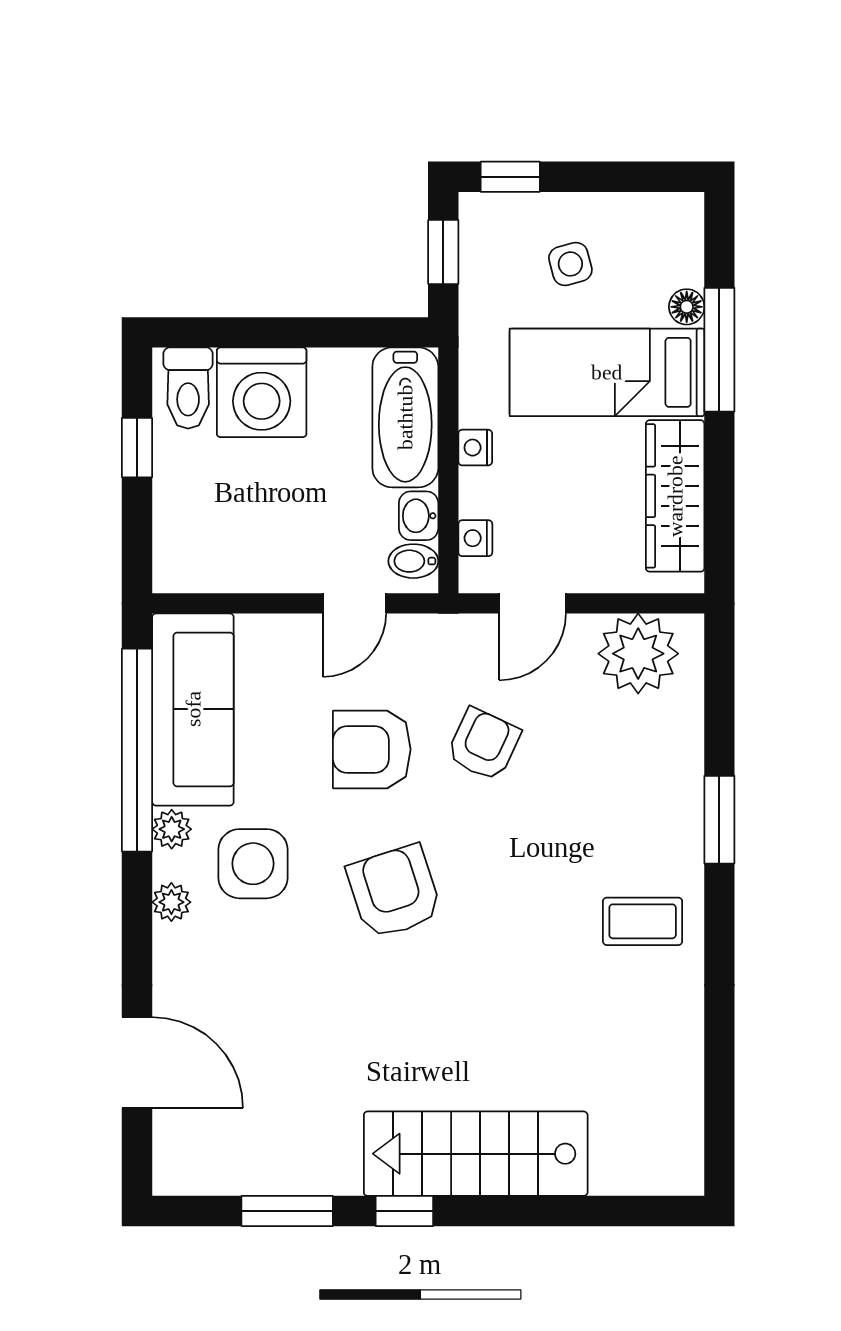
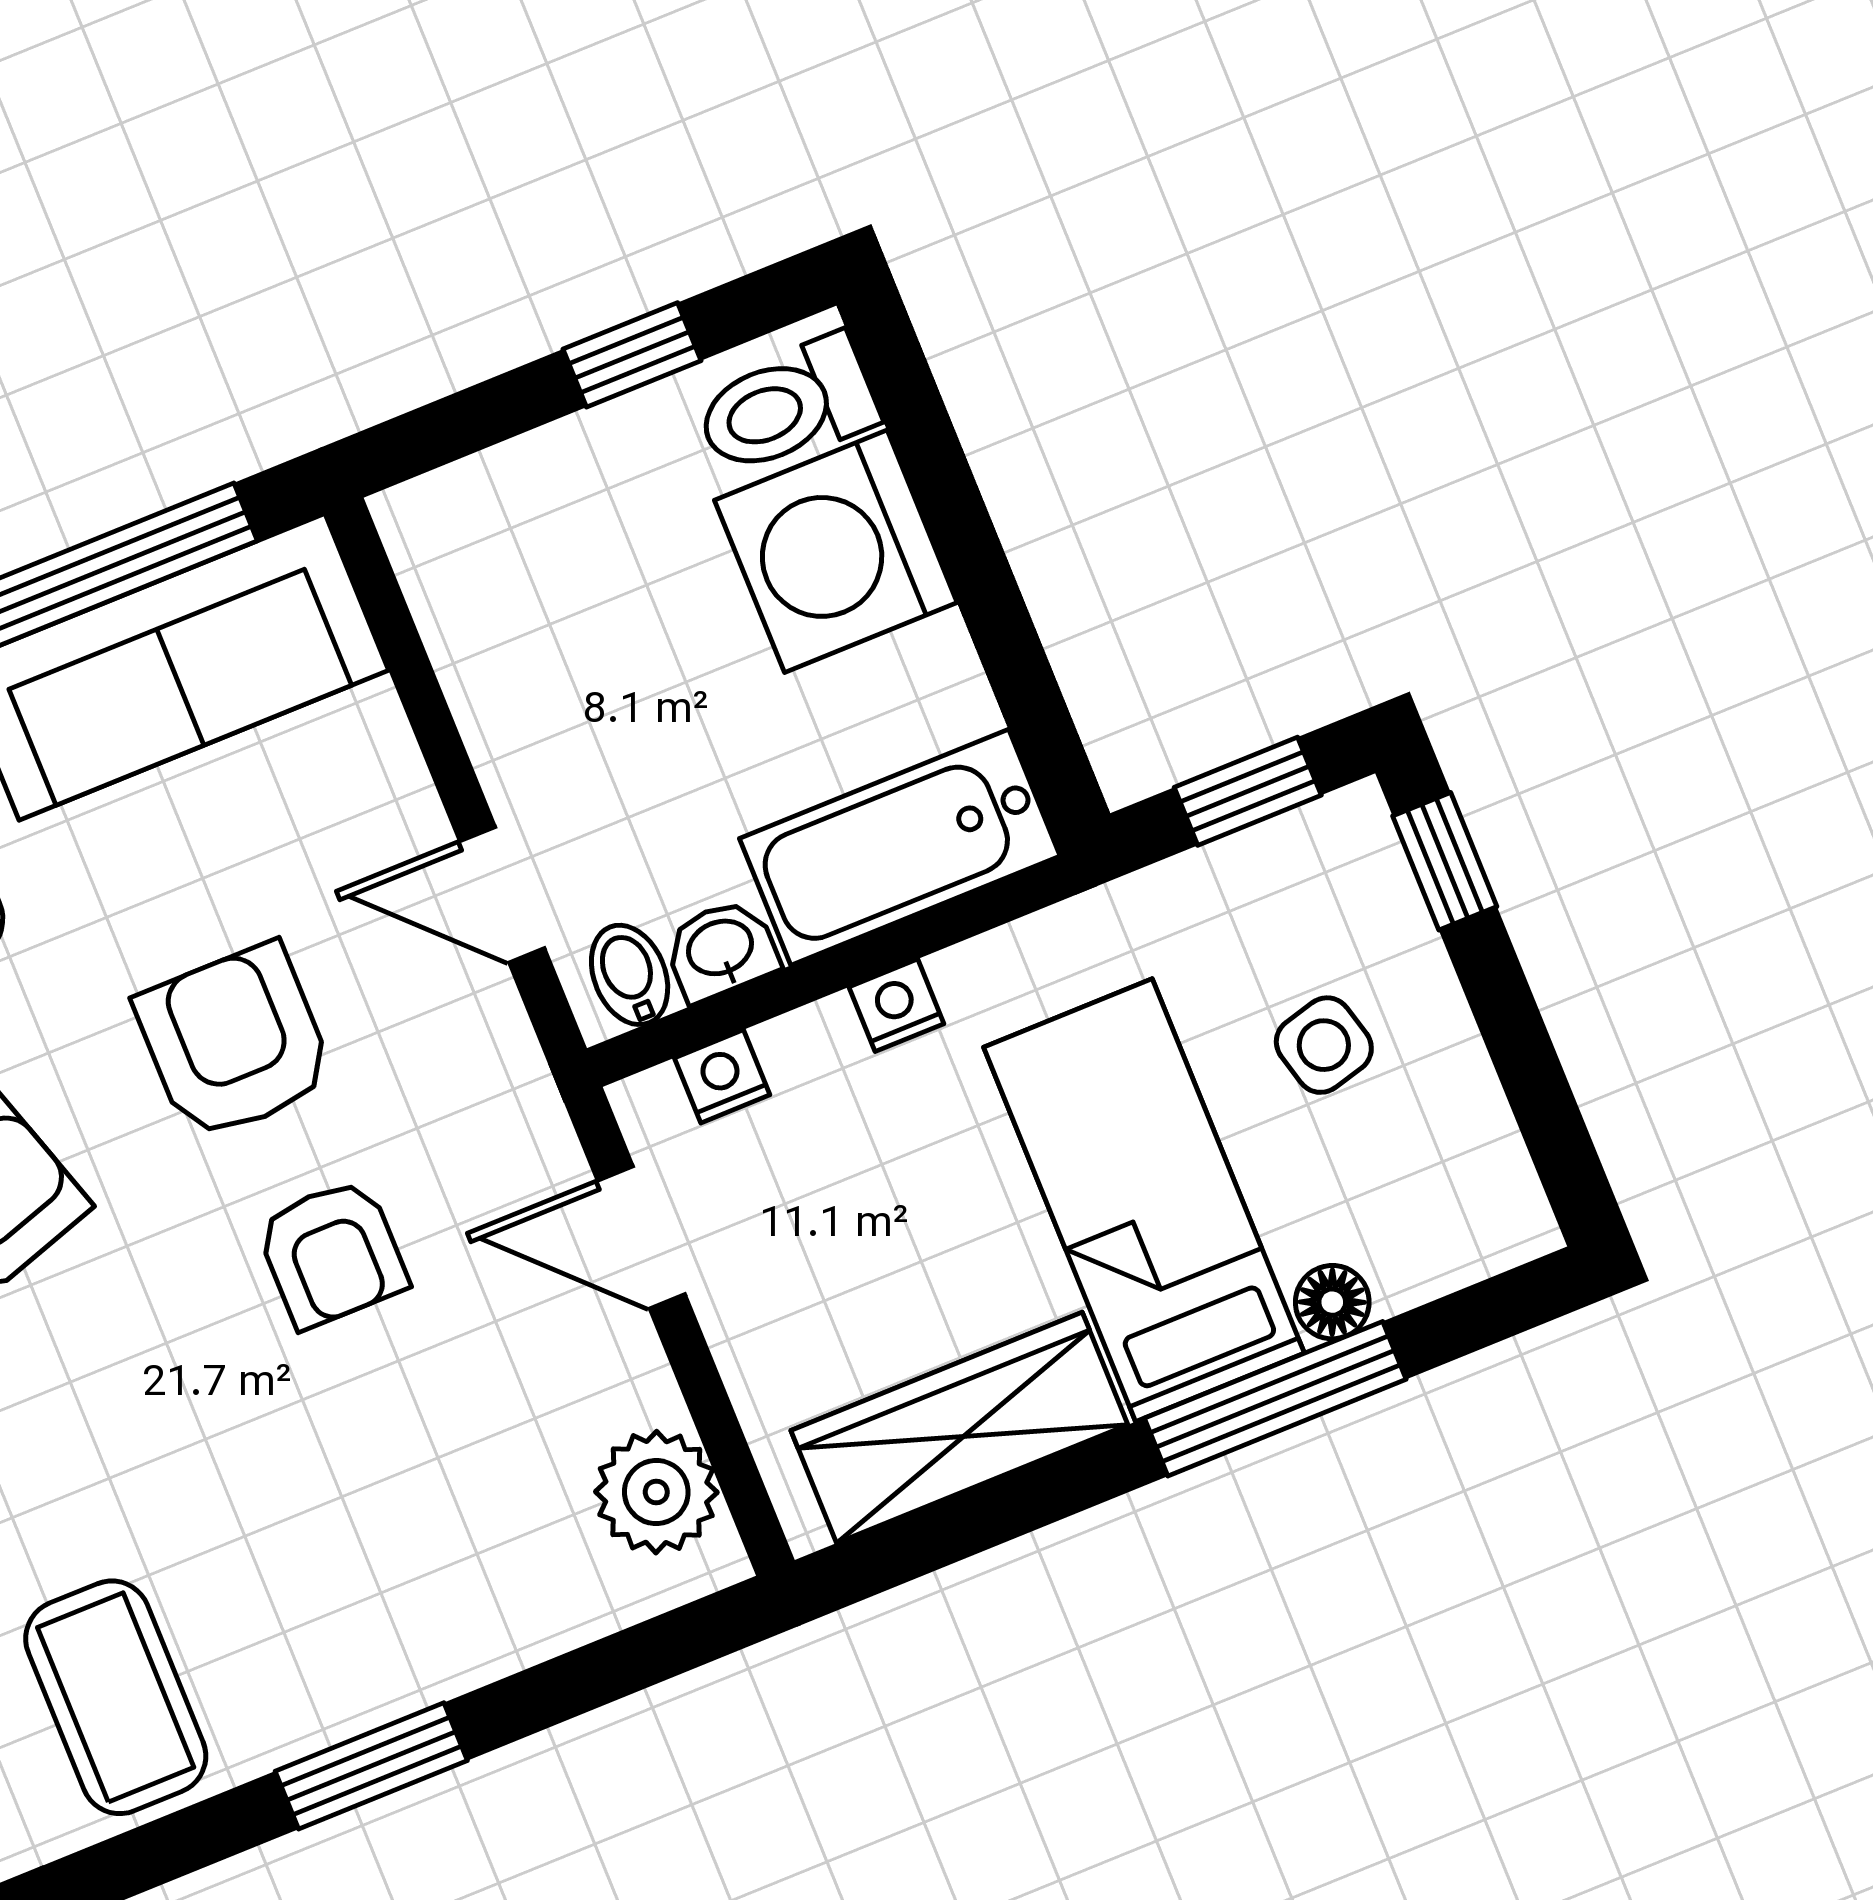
plant: (638, 654) -> (656, 1492), width x0.73, depth x0.73
armchair: (484, 744) -> (332, 1253), turned 65
coffee table: (643, 921) -> (116, 1697), width x1.36, depth x1.30

